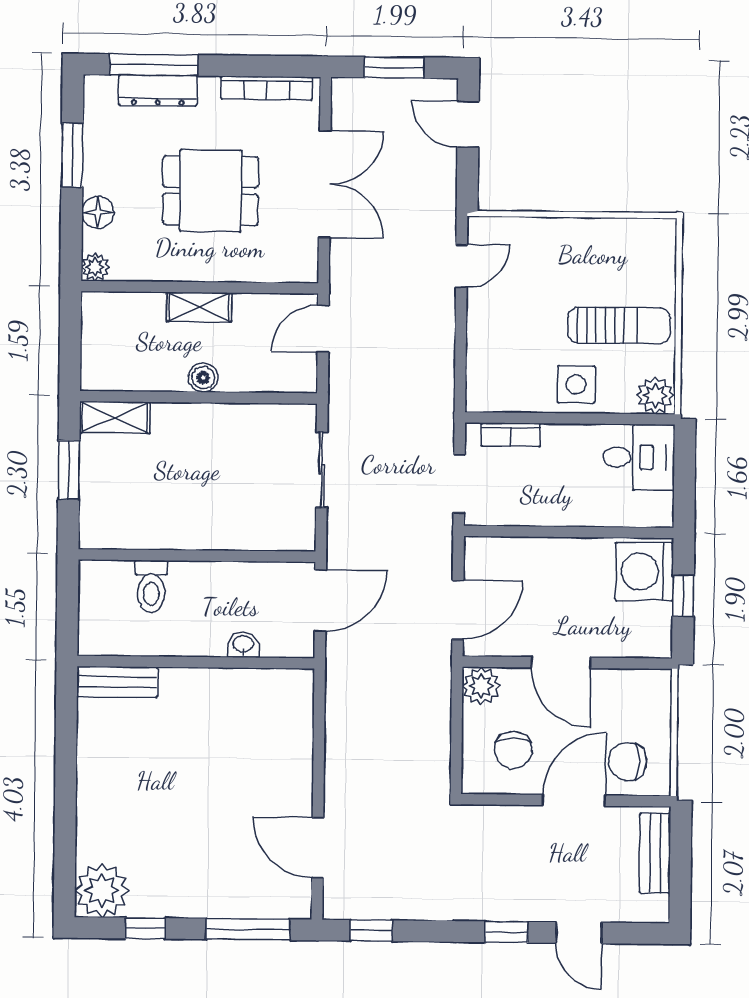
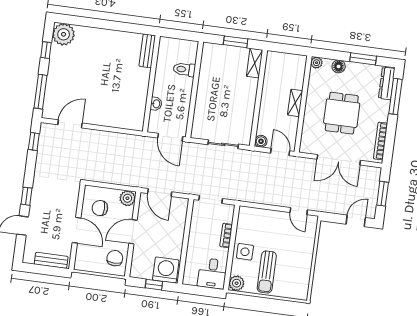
dresser: (158, 90) -> (387, 83), moved
boiler: (203, 378) -> (261, 141), moved
bookcase: (511, 435) -> (226, 235), moved
chair: (627, 762) -> (115, 258), moved

